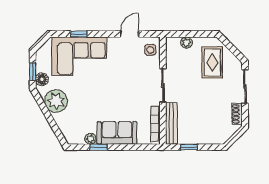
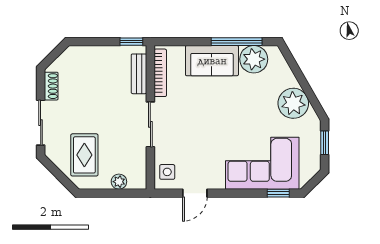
window: (79, 34) -> (278, 193), moved
floor lamp: (42, 79) -> (312, 132), removed
bench: (171, 123) -> (139, 74), width x0.73
plant: (90, 139) -> (254, 59), width x1.87, depth x1.87
window: (98, 147) -> (237, 42), width x2.17
window: (189, 147) -> (131, 42), moved

